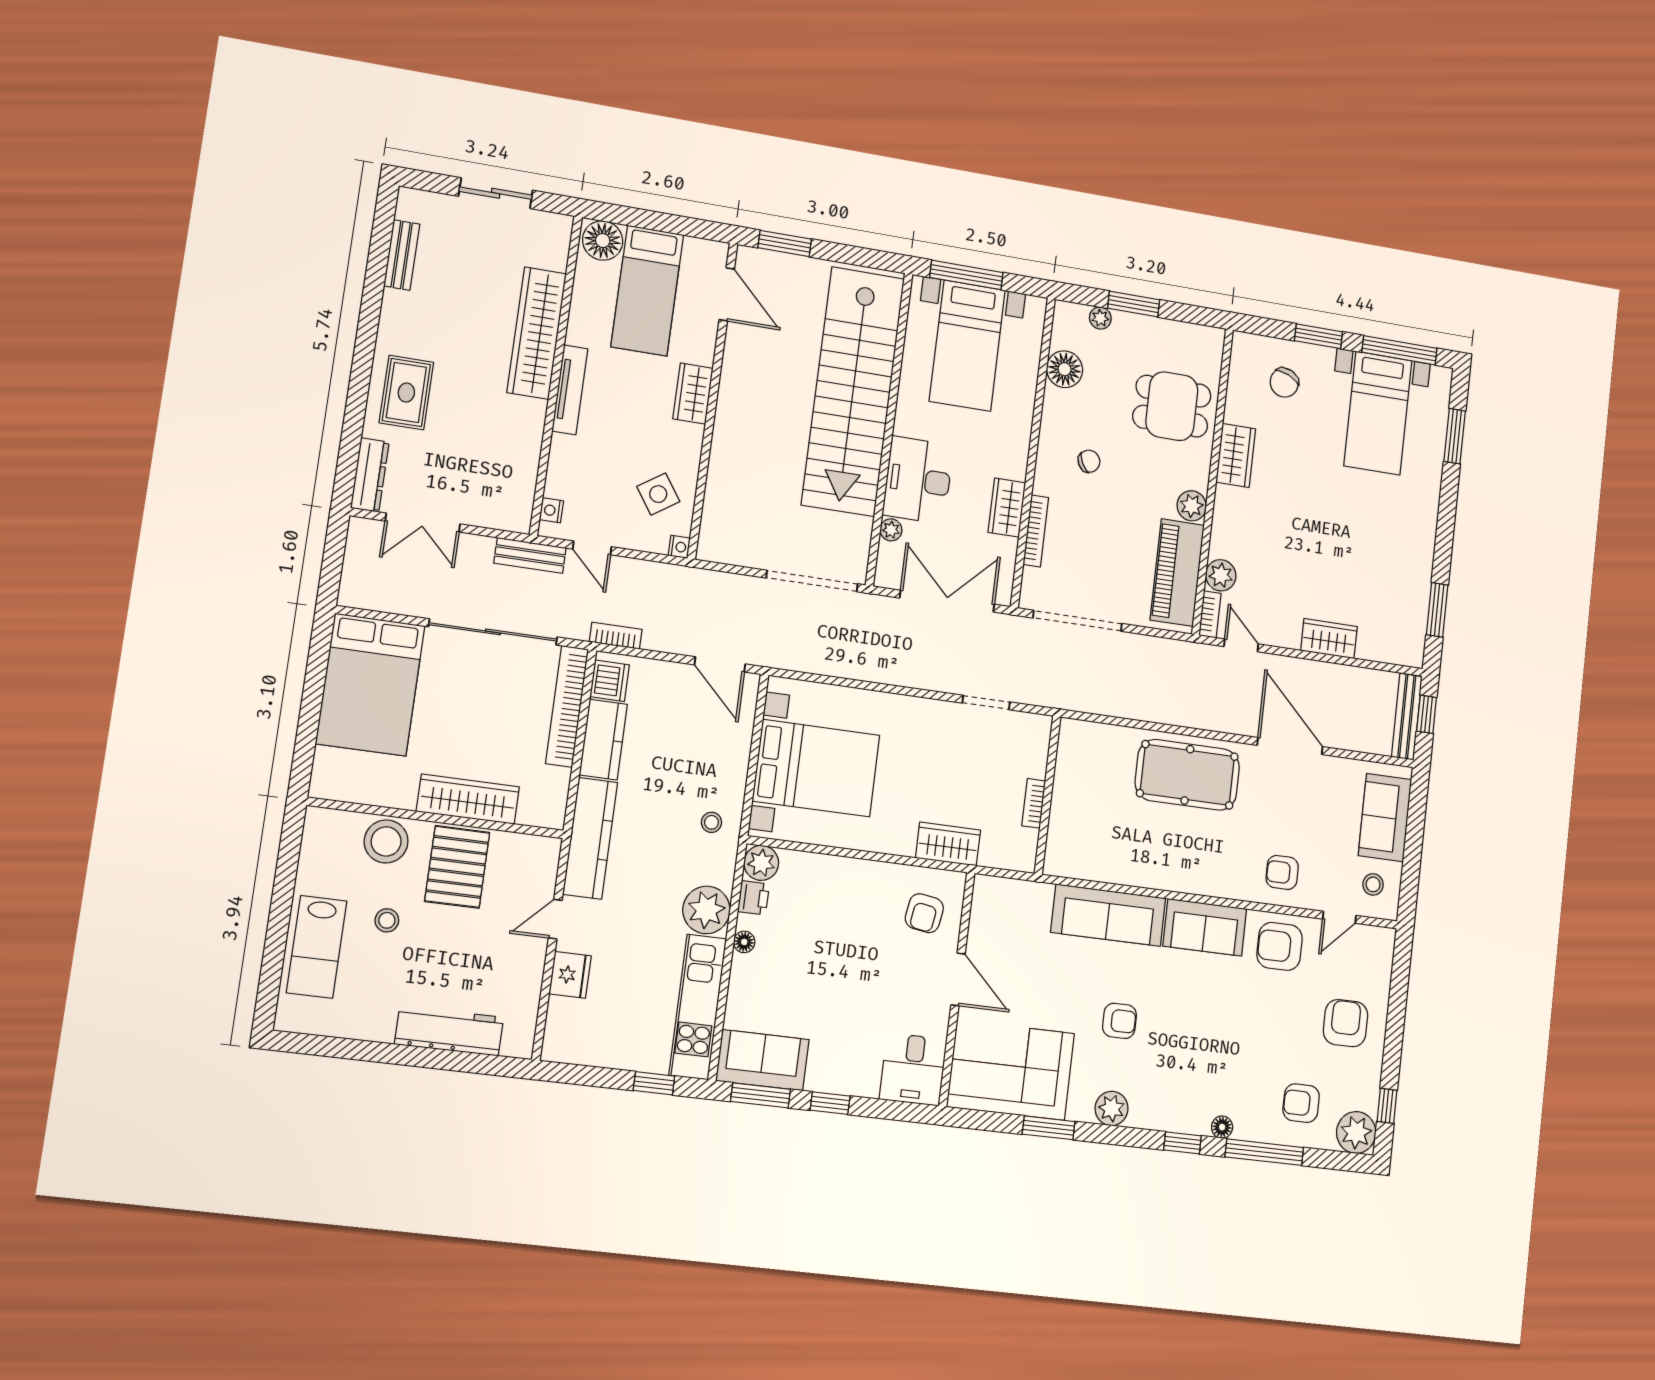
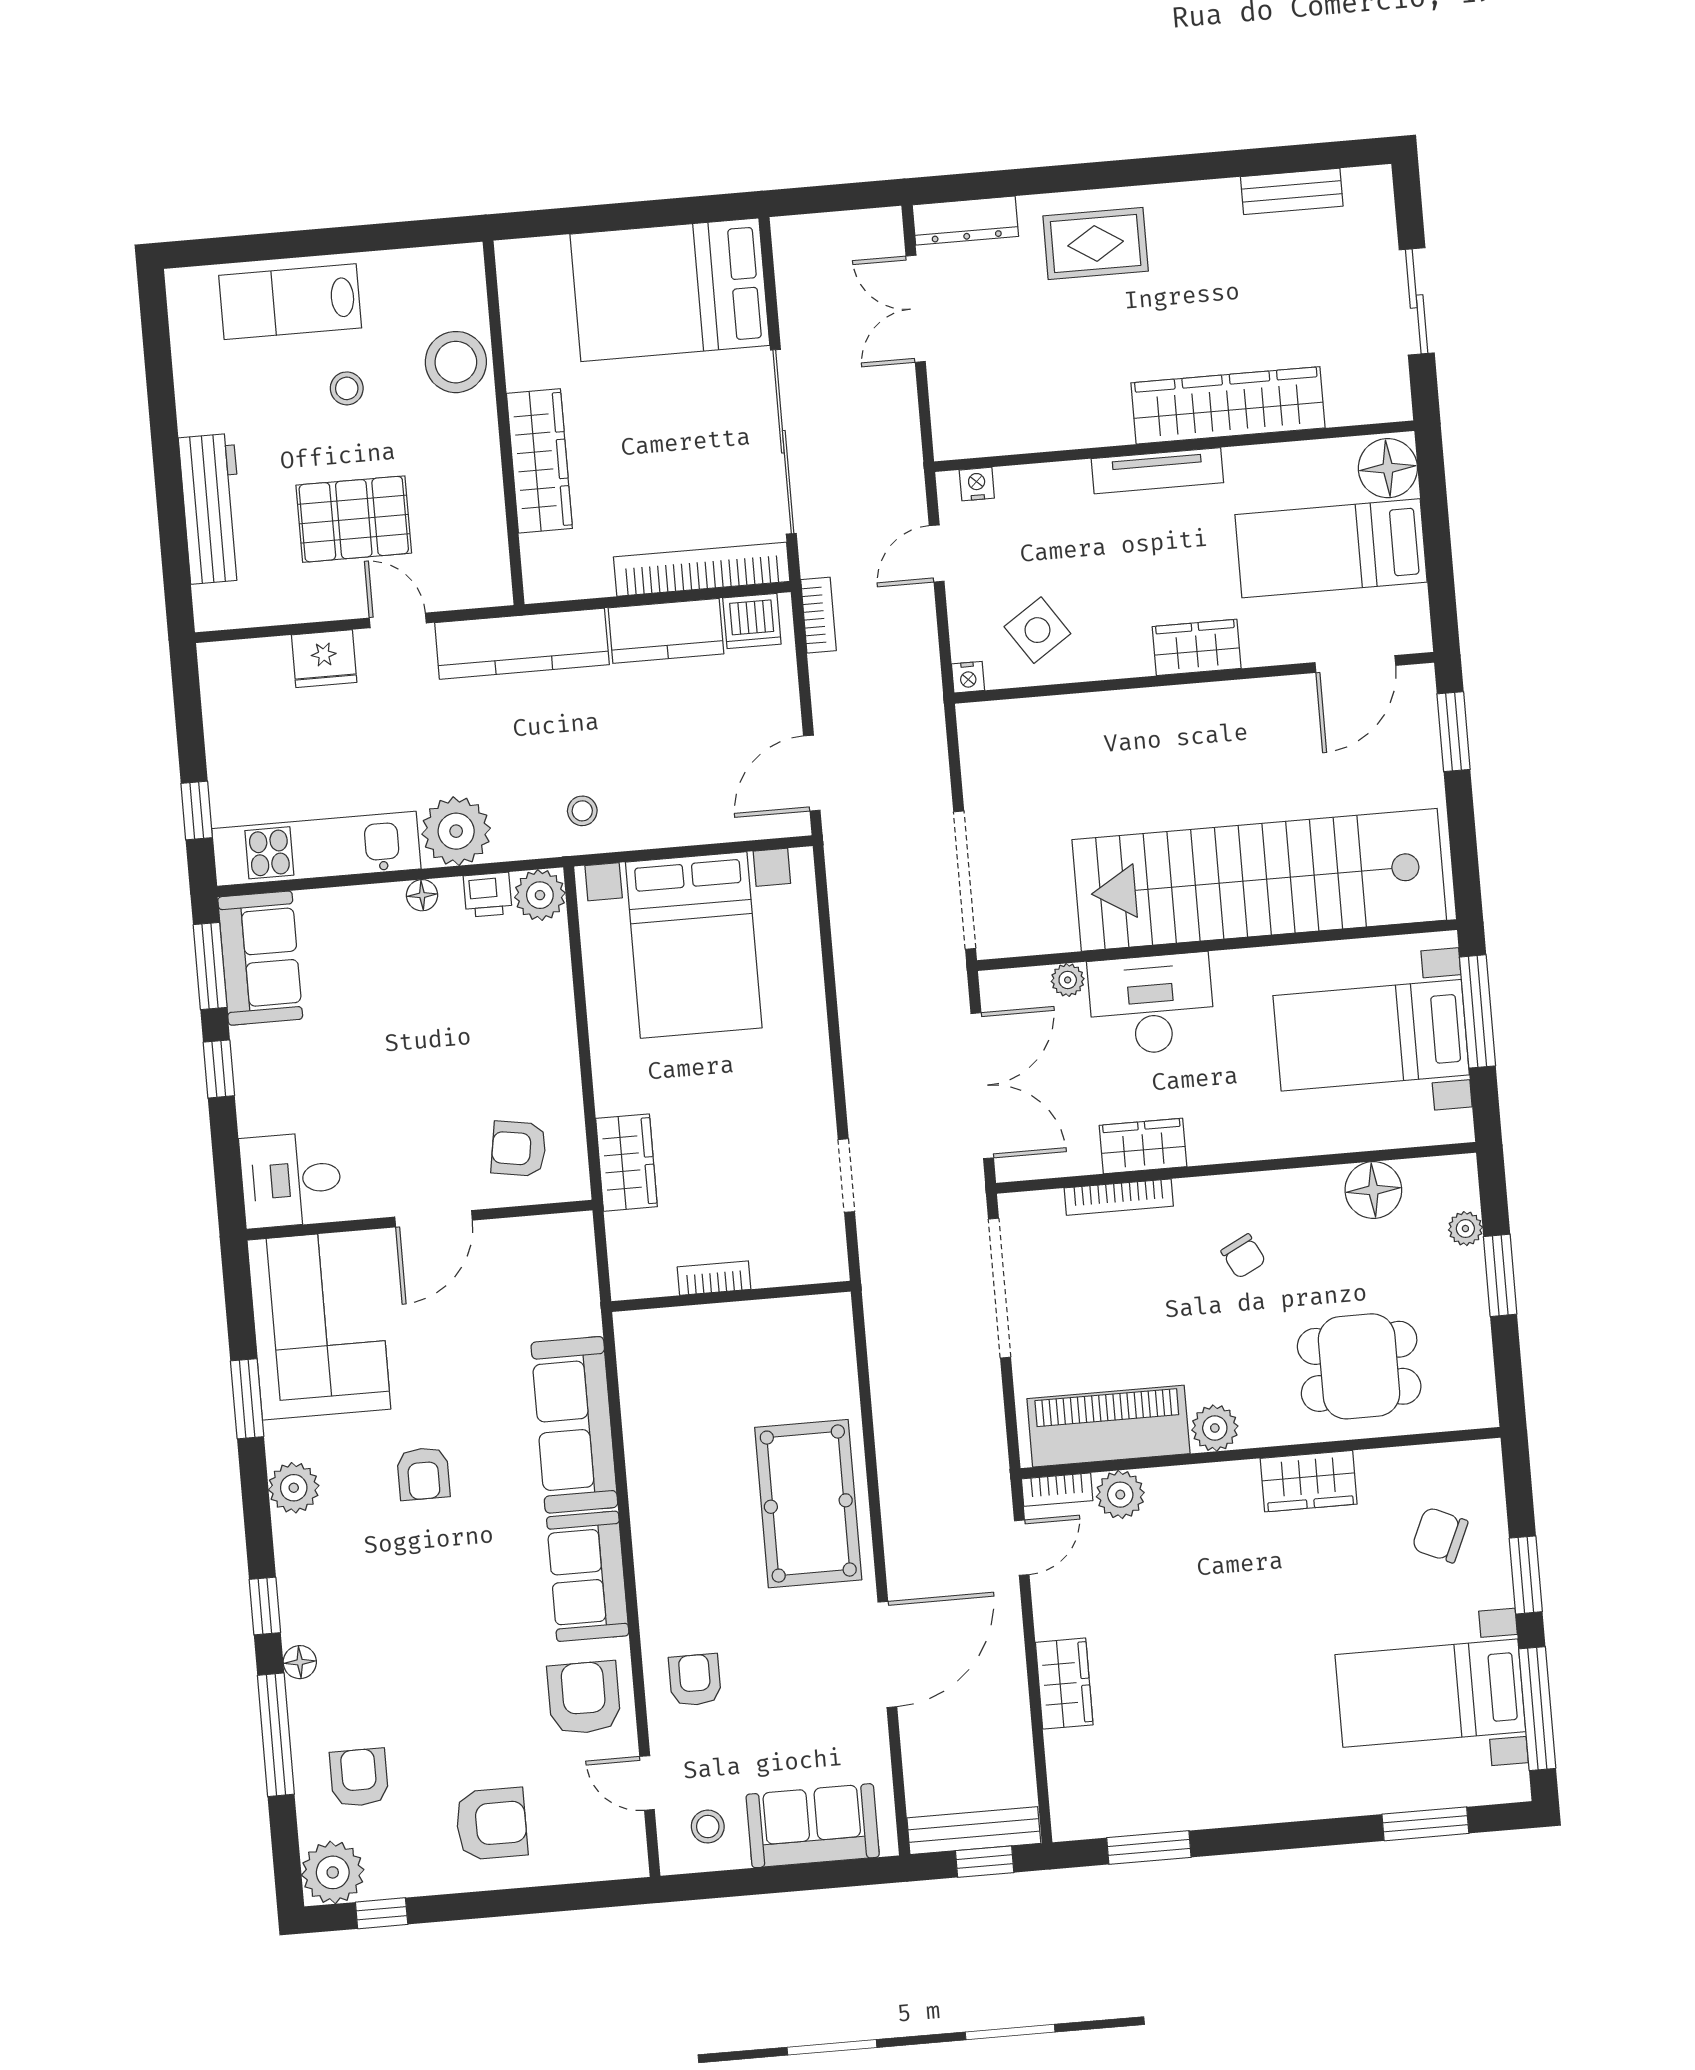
dining table: (1172, 406) -> (1359, 1366), turned 90
bench: (530, 555) -> (905, 469), removed
pallet: (457, 867) -> (354, 519), moved

